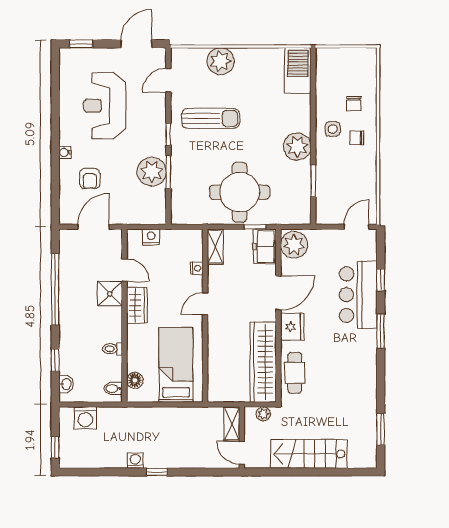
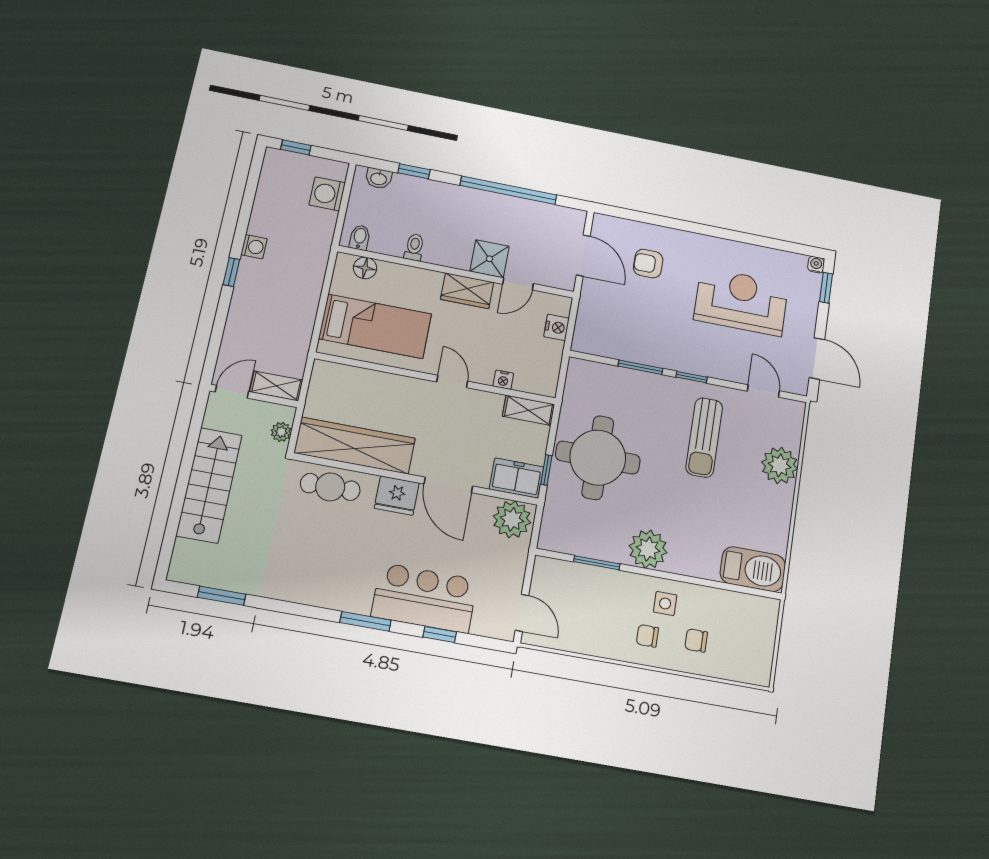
chair: (357, 138) -> (647, 636), turned -90
water cooler: (65, 152) -> (816, 265), moved
plant: (152, 172) -> (645, 345), removed

